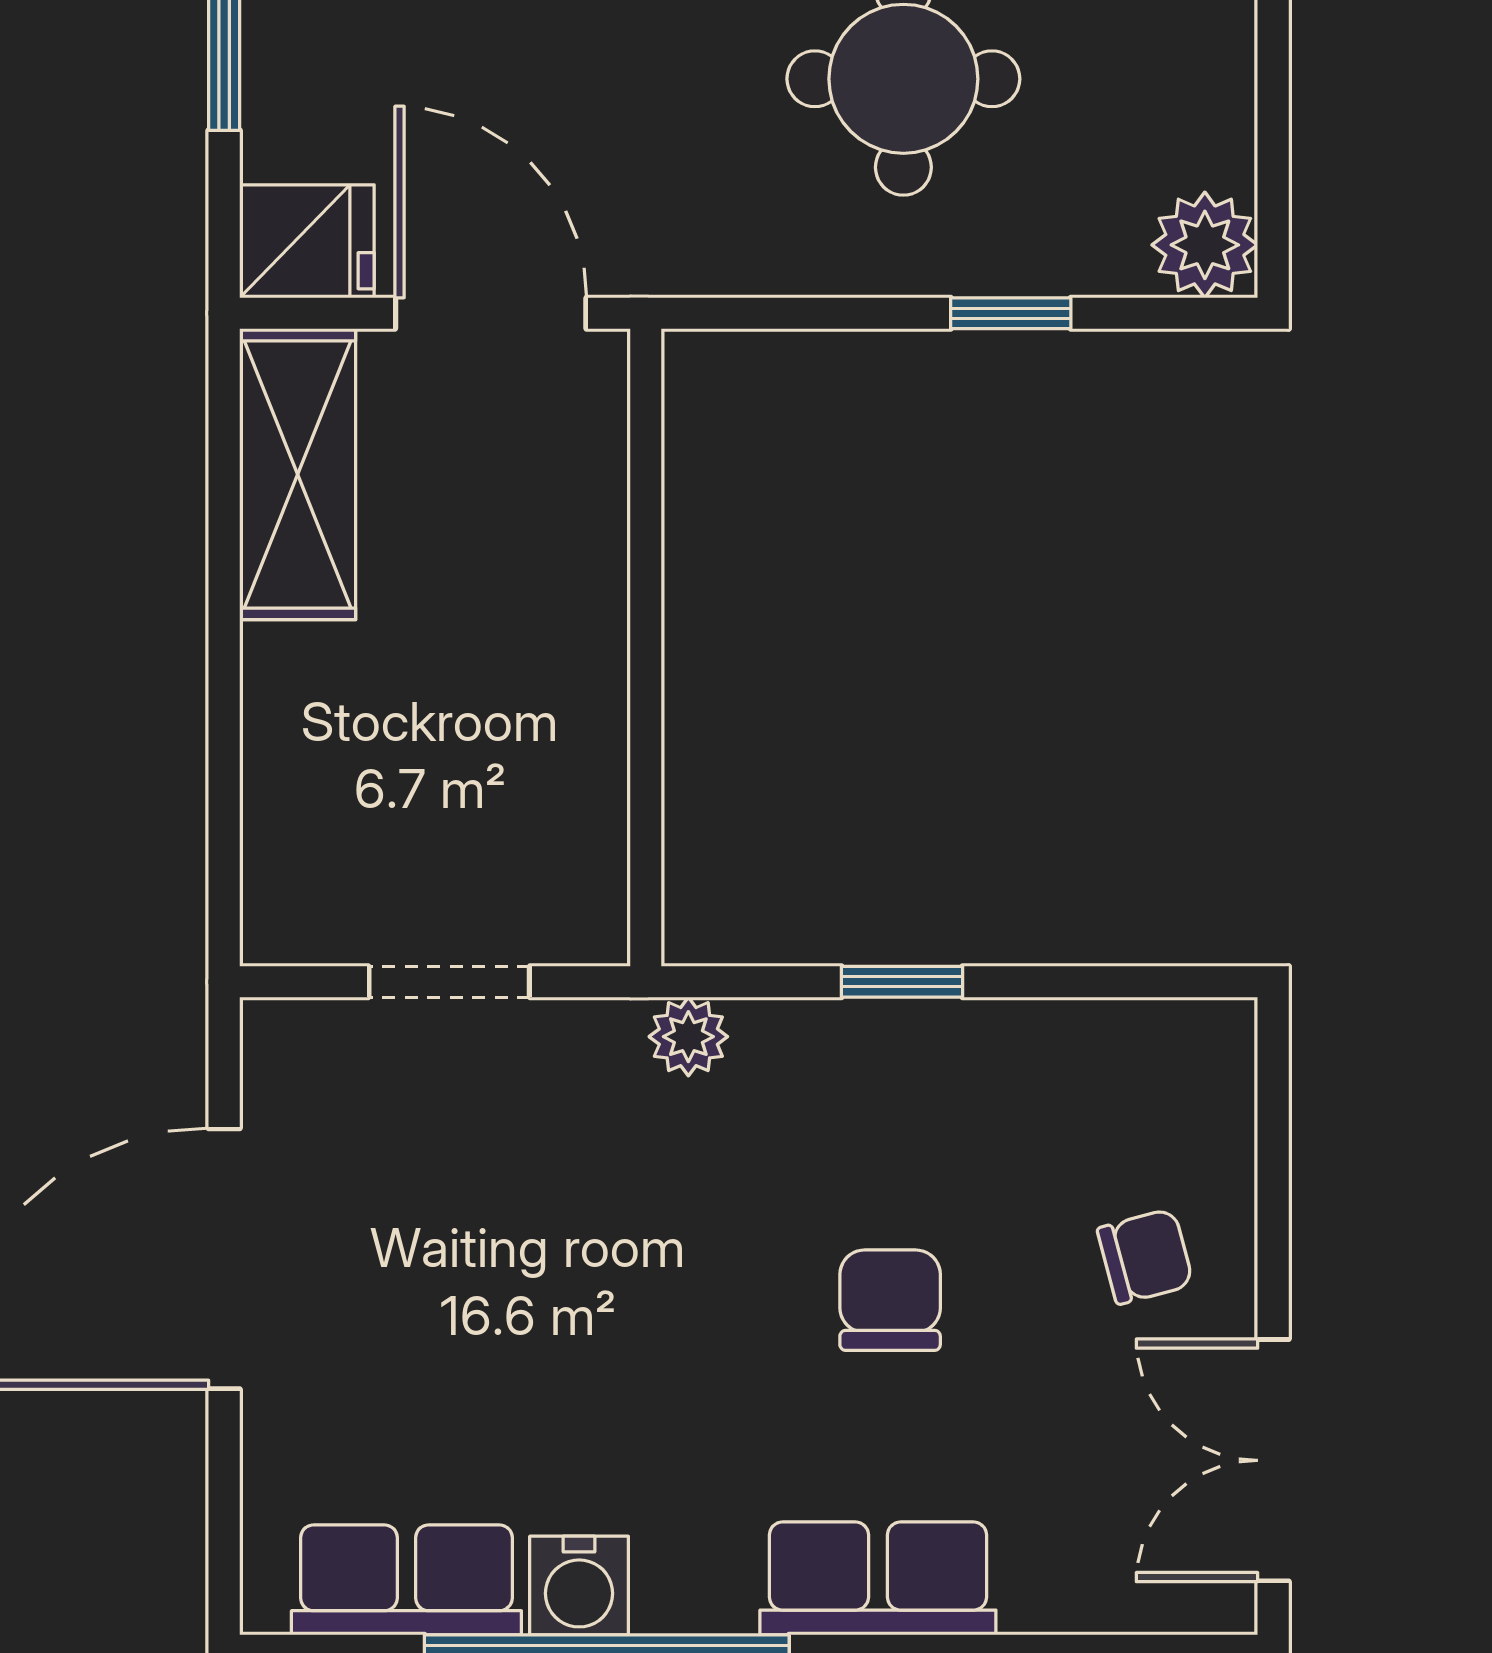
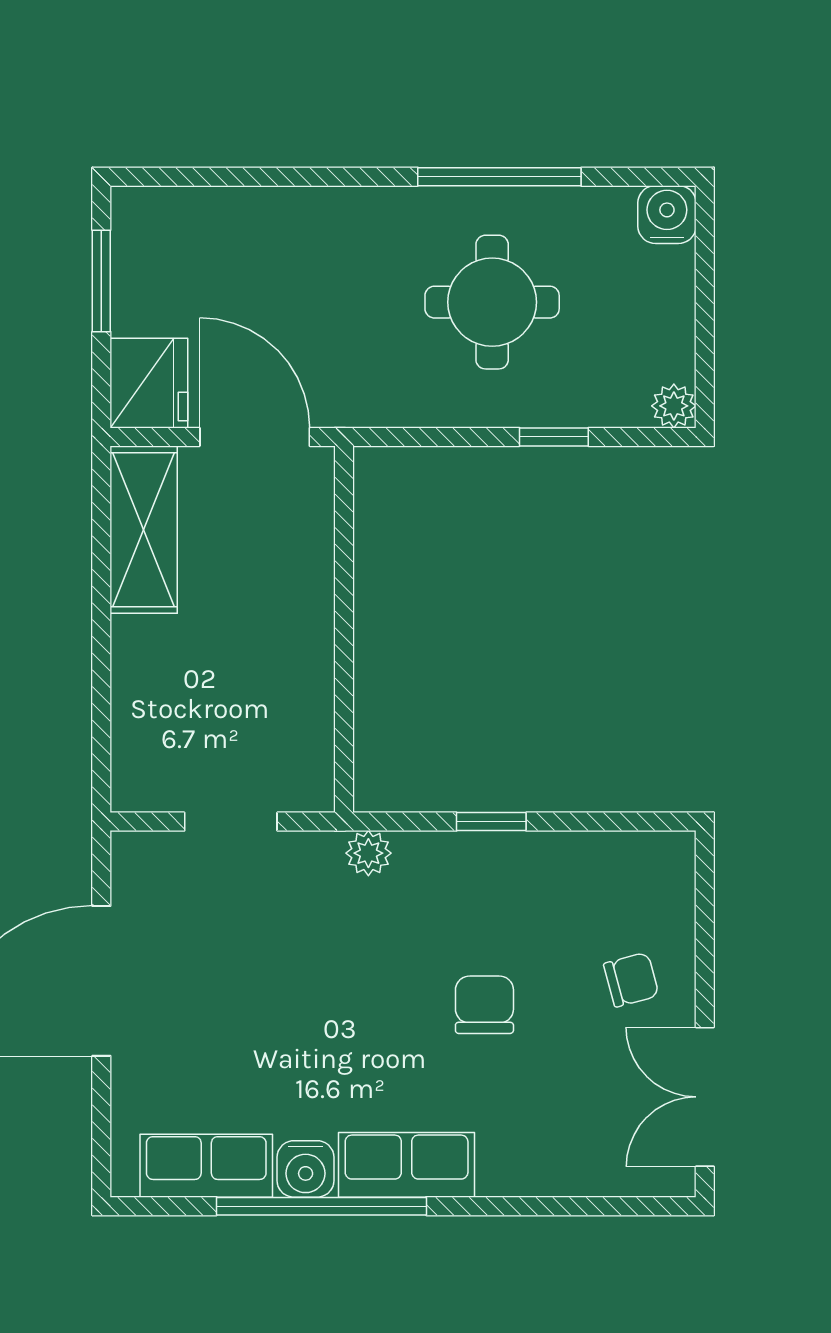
fridge: (307, 241) -> (149, 383), width x1.38
plant: (1205, 245) -> (674, 406), width x0.73, depth x0.73
row of seats: (878, 1578) -> (407, 1165), moved

